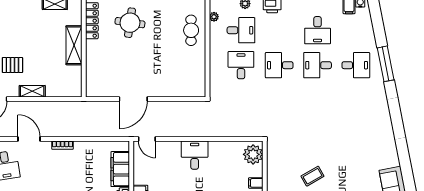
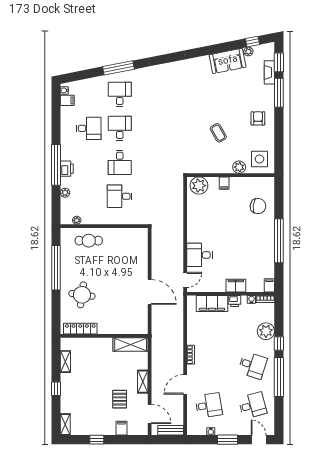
desk: (241, 30) -> (89, 196), removed
shelving: (74, 45) -> (131, 345), moved
desk: (318, 65) -> (120, 128), turned 180
desk: (195, 155) -> (199, 255), moved

